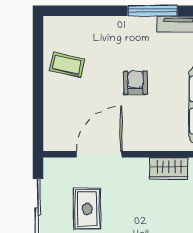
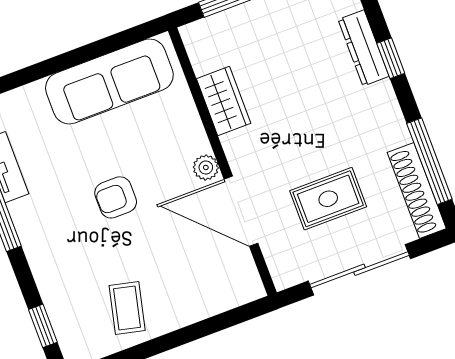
window: (75, 11) -> (43, 326), added
plant: (133, 143) -> (206, 167), added

